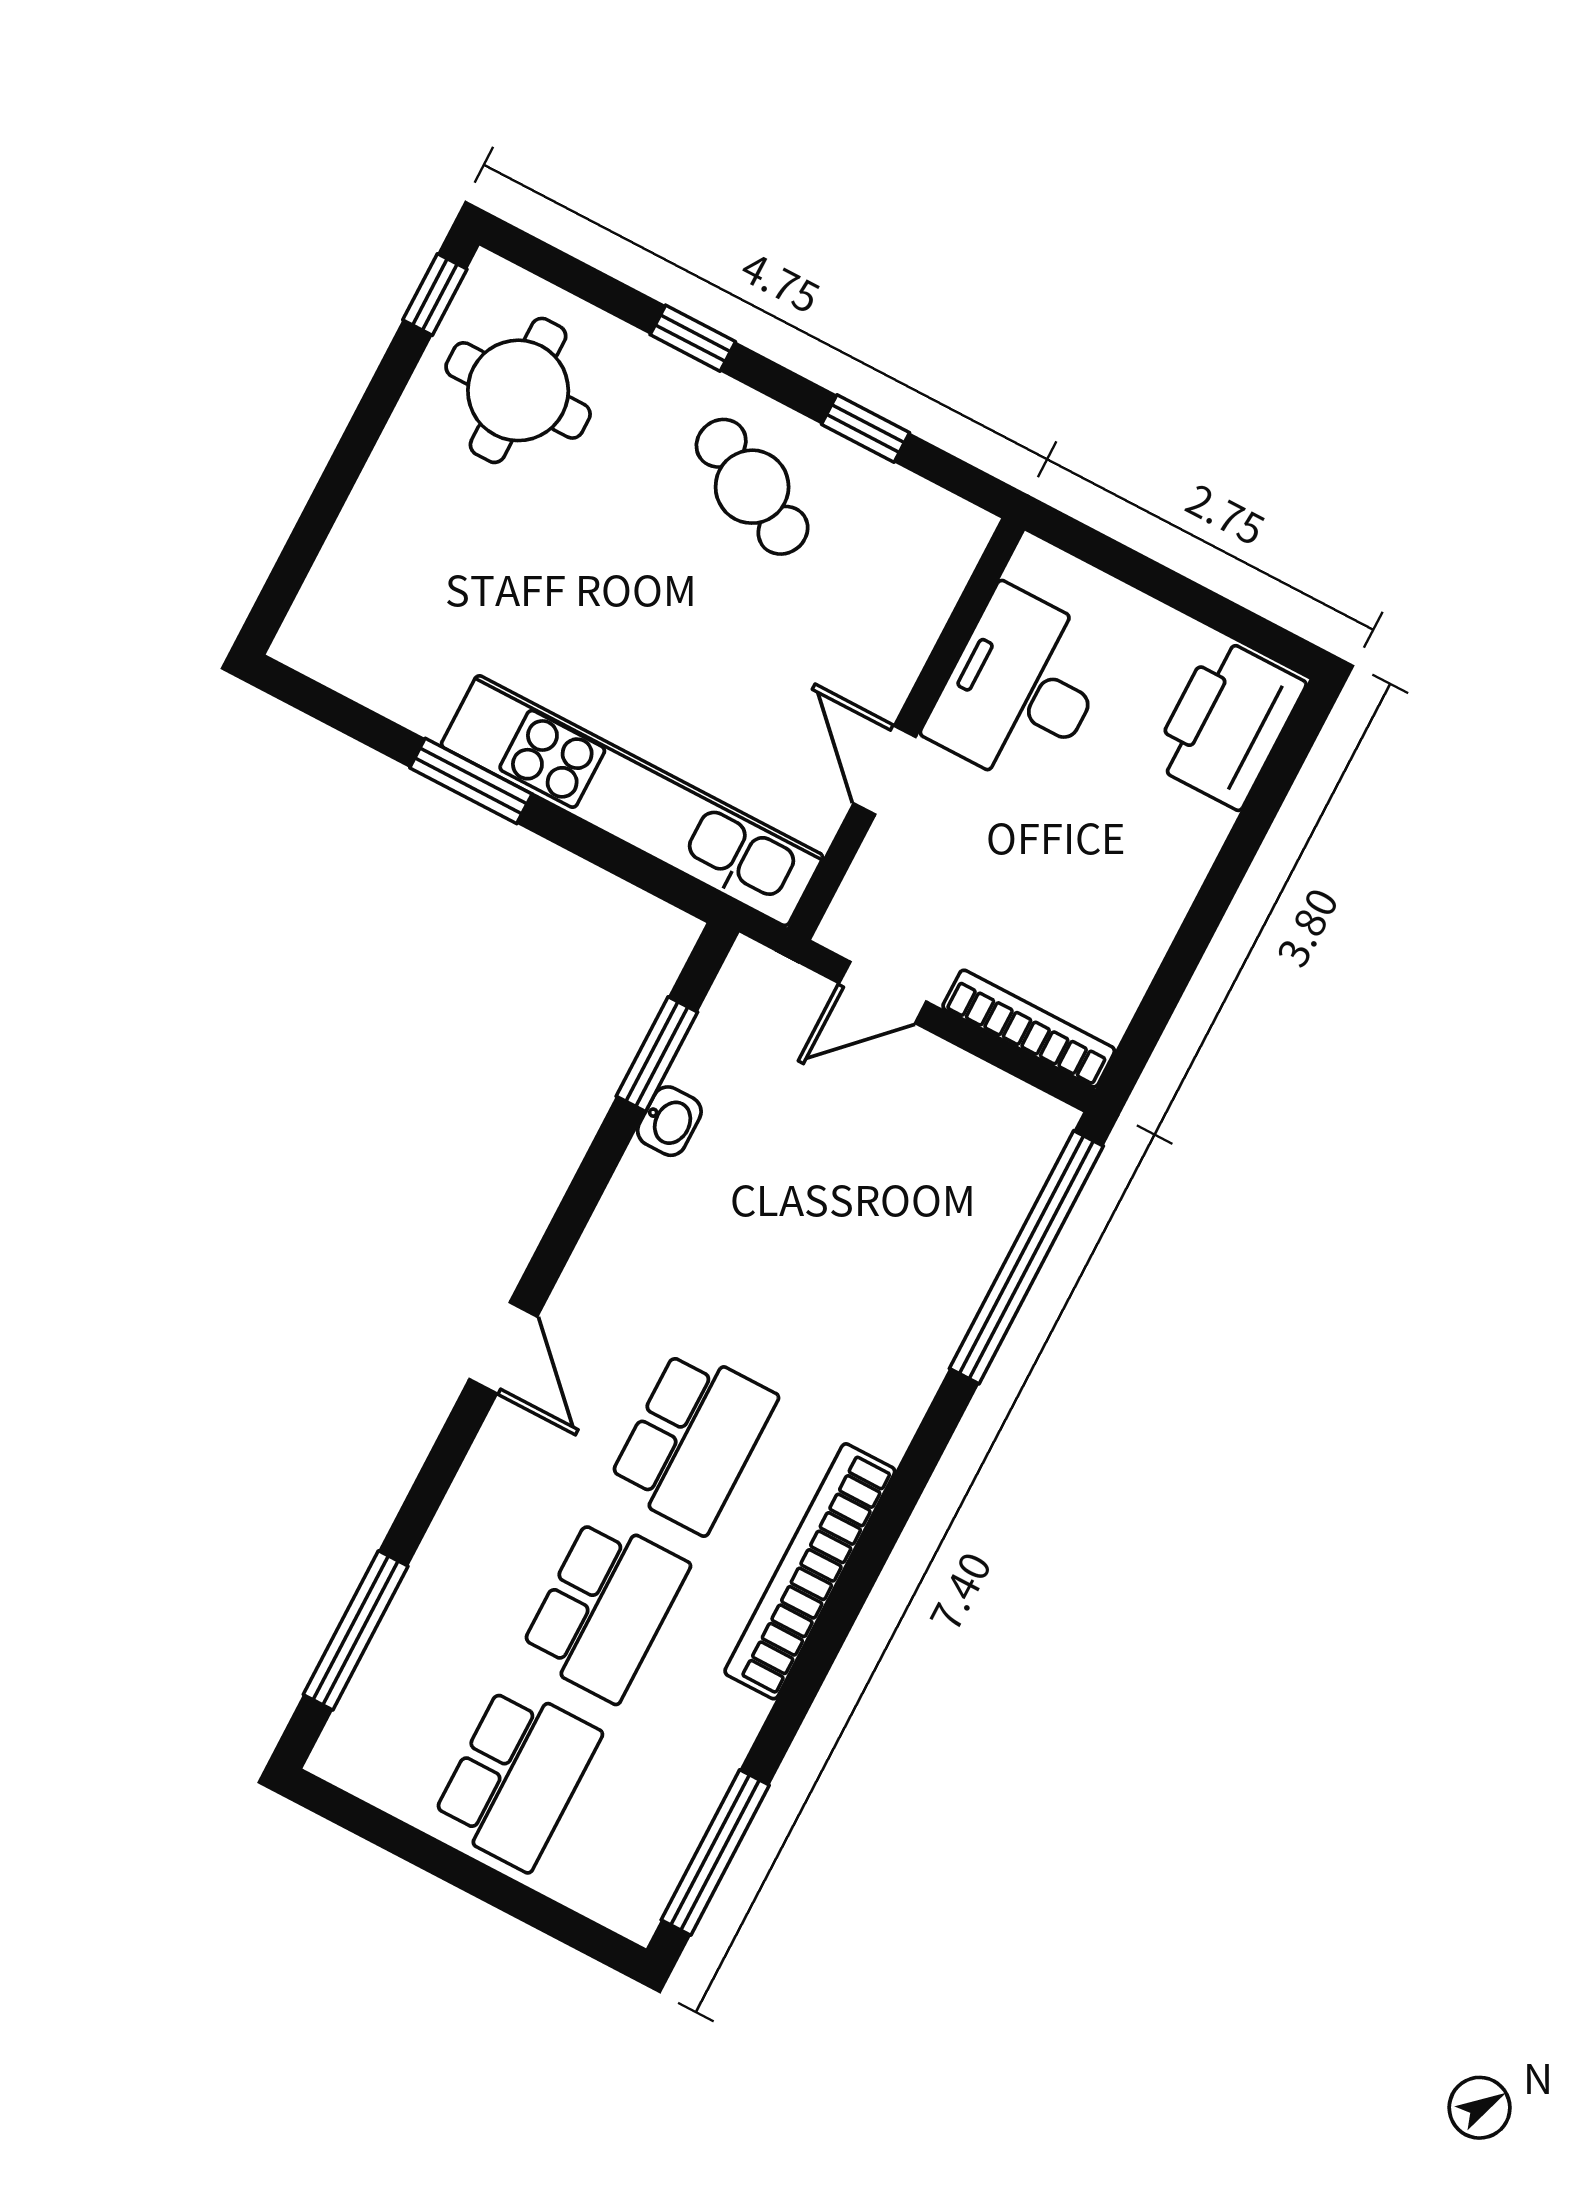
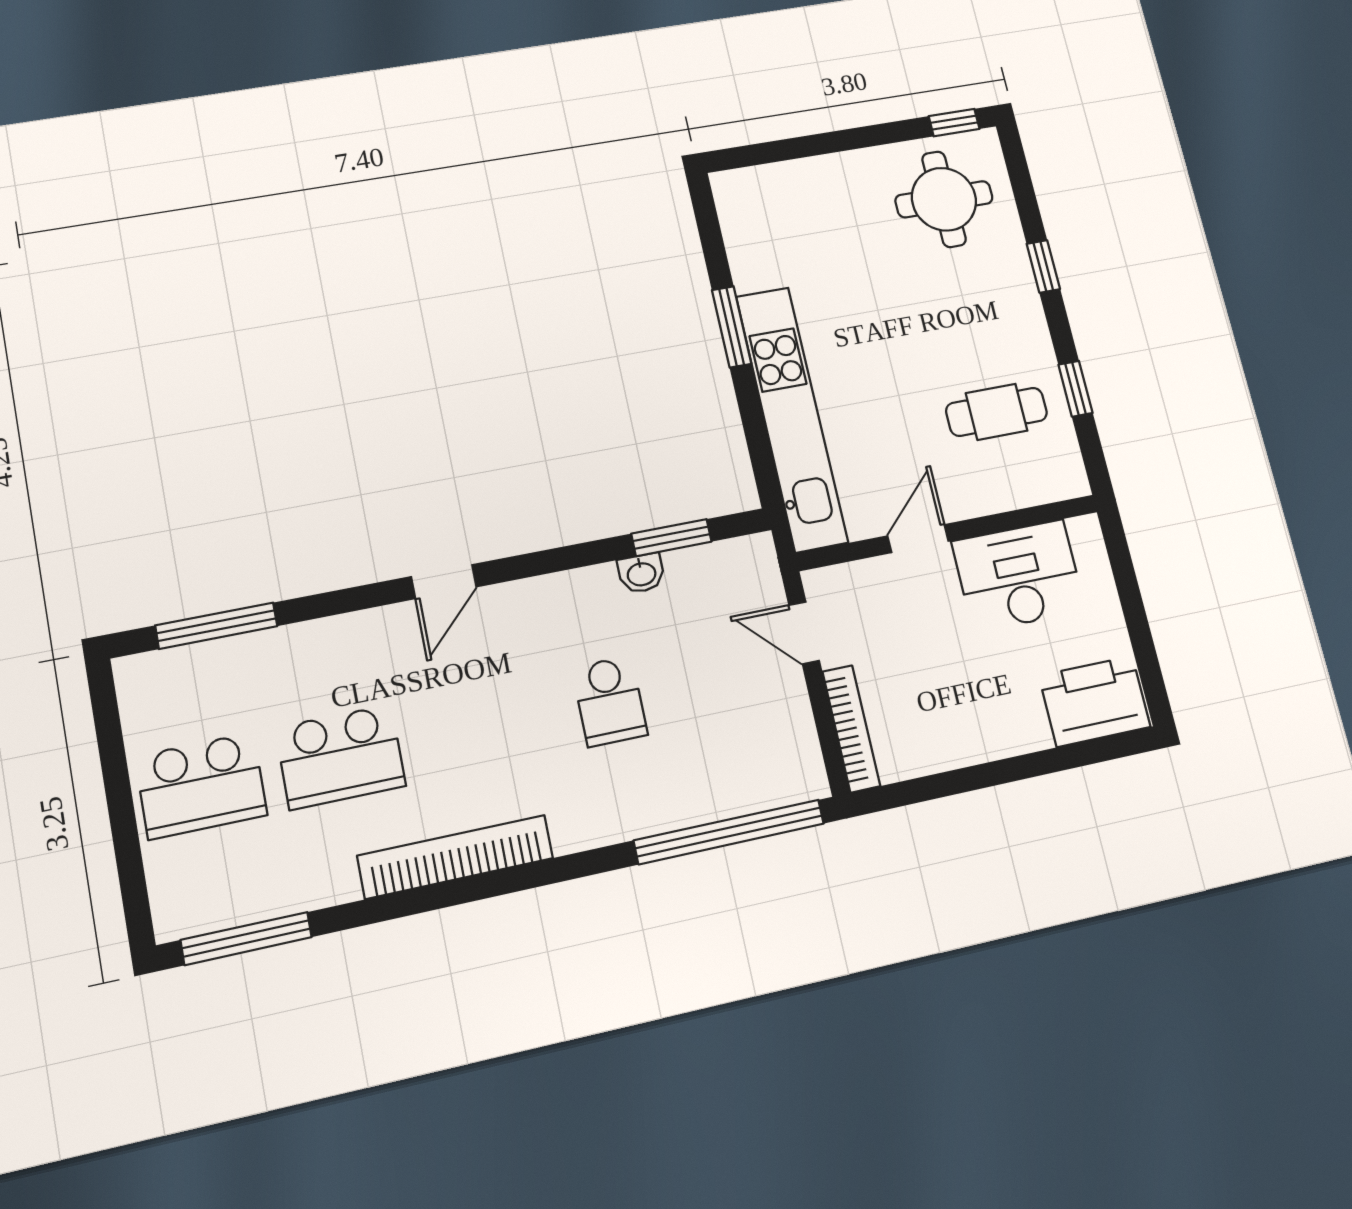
cafe table: (752, 487) -> (996, 412), moved, turned 63
school desk: (693, 1440) -> (610, 701), moved, width x0.54

